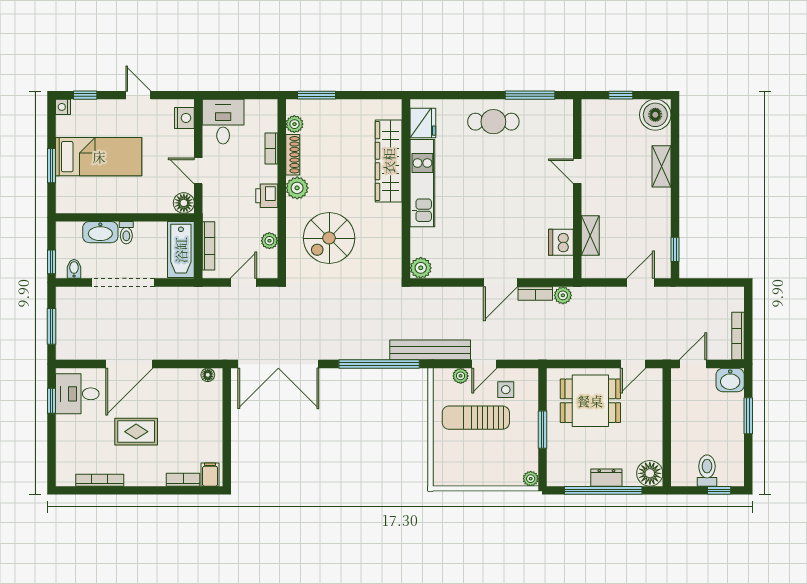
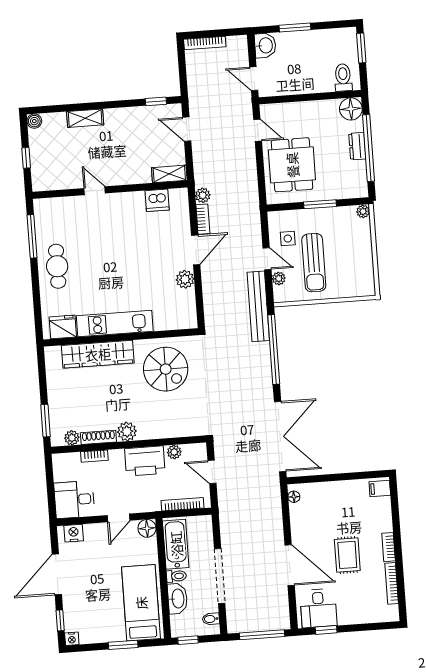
door: (138, 95) -> (57, 574), width x1.87
boiler: (655, 115) -> (34, 121), width x0.54, depth x0.54
bed: (99, 157) -> (141, 603), moved
door: (577, 171) -> (95, 191), swing flipped
printer: (267, 196) -> (145, 461), width x1.87, depth x1.48
shelving: (590, 235) -> (169, 174), moved
spiral stairs: (329, 238) -> (166, 369), moved
bathtub: (181, 250) -> (176, 544), moved, turned -90
window: (52, 262) -> (188, 640), moved
plant: (421, 268) -> (185, 279), moved
door: (501, 283) -> (196, 250), hinge flipped
window: (52, 326) -> (262, 635), width x1.44
bookcase: (738, 336) -> (205, 43), moved
toilet: (707, 471) -> (343, 77), moved, turned 90
bookcase: (183, 480) -> (389, 547), moved
window: (719, 490) -> (361, 48), width x1.50

